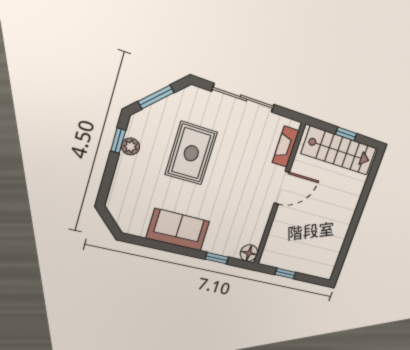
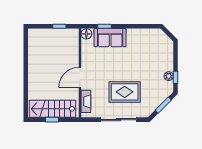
rug: (191, 153) -> (125, 92), moved, turned 90
sofa: (178, 230) -> (110, 38), moved

